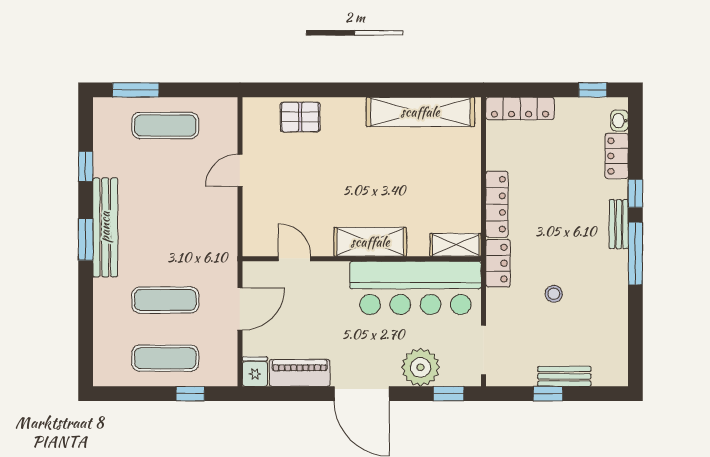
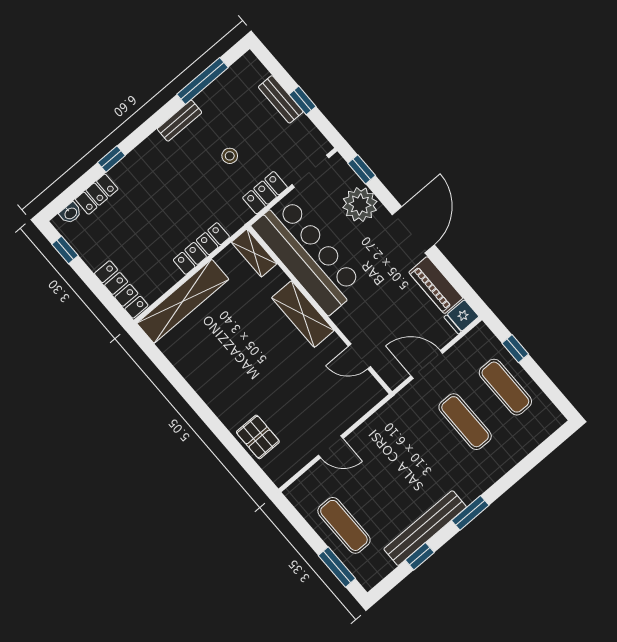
shelving: (420, 112) -> (183, 301), moved, turned 90
bench: (619, 224) -> (180, 121), moved
bench: (105, 227) -> (425, 528), moved
window: (635, 253) -> (202, 81), moved
door: (295, 259) -> (359, 356), hinge flipped
locker: (498, 263) -> (265, 193), moved

